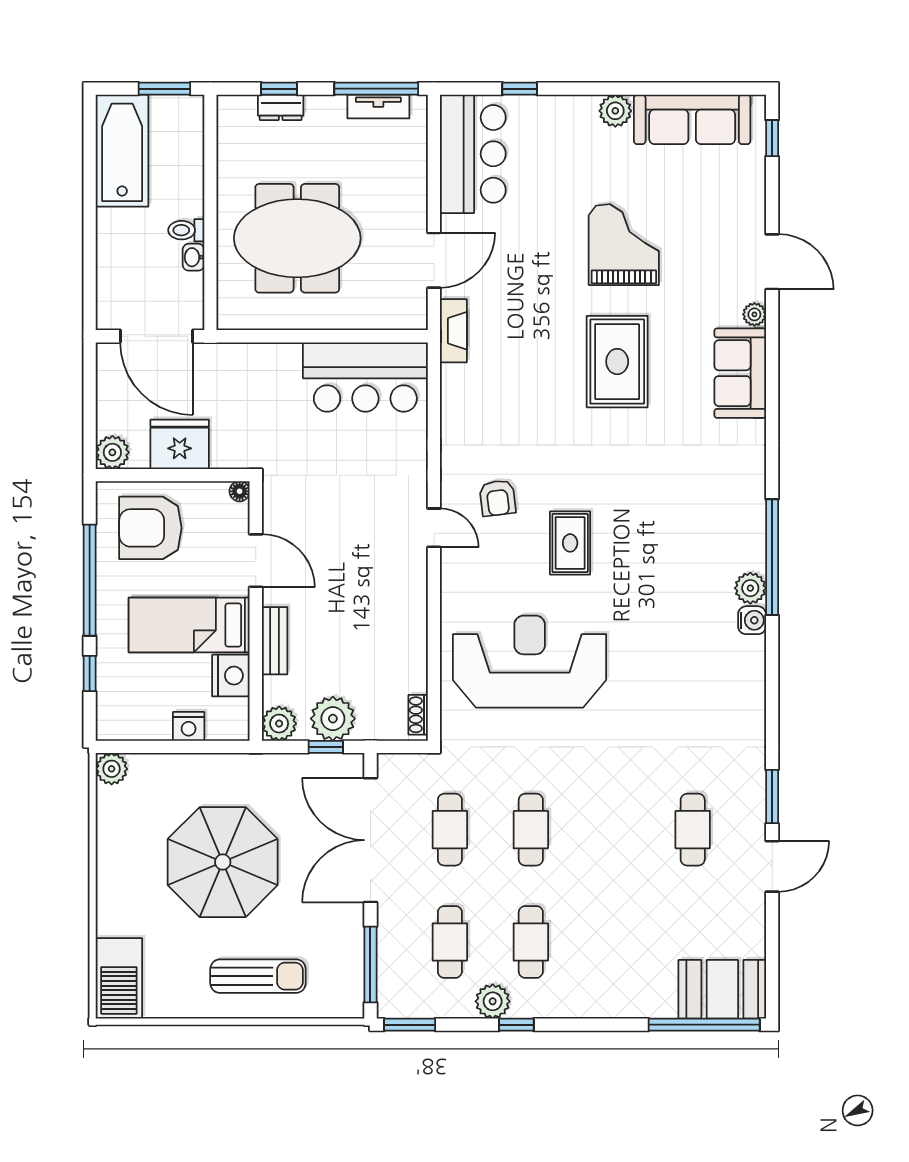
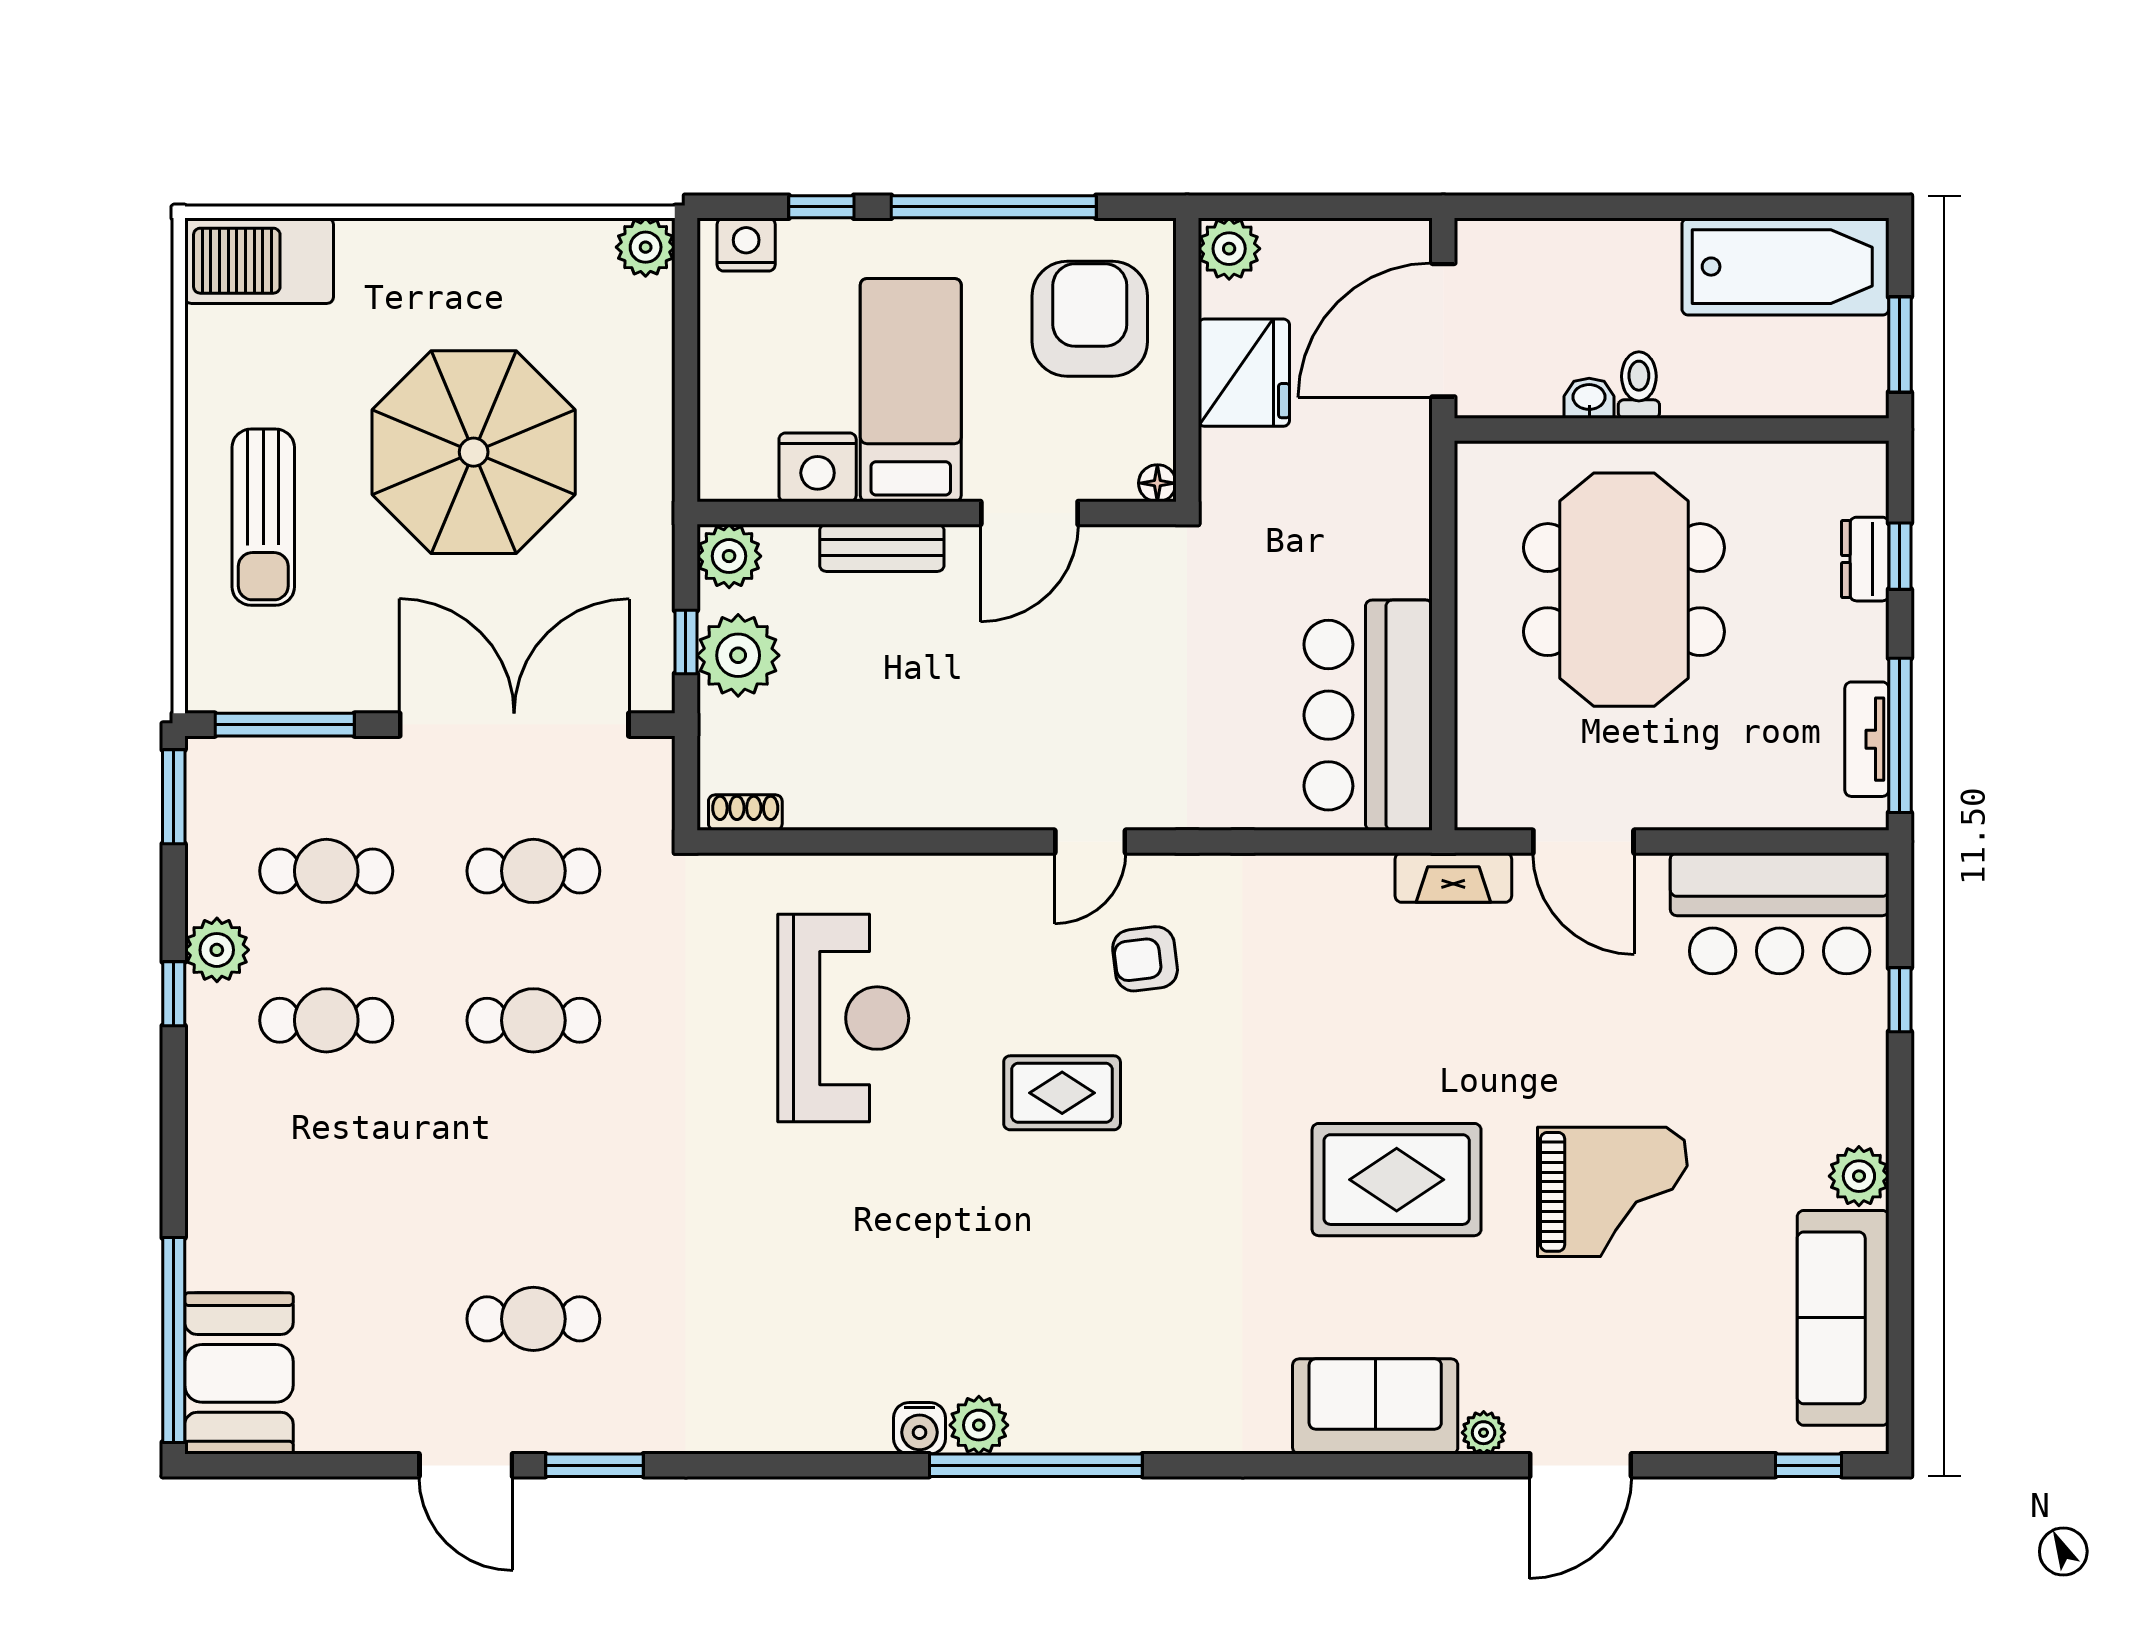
reception desk: (530, 662) -> (843, 1018), width x0.74, depth x0.77
nightstand: (189, 726) -> (746, 244), moved, turned 90

